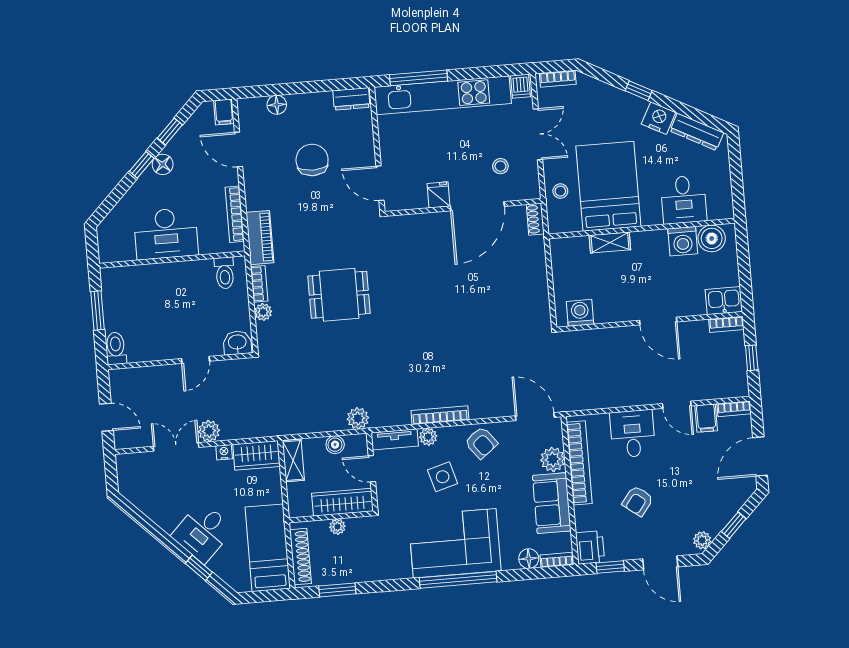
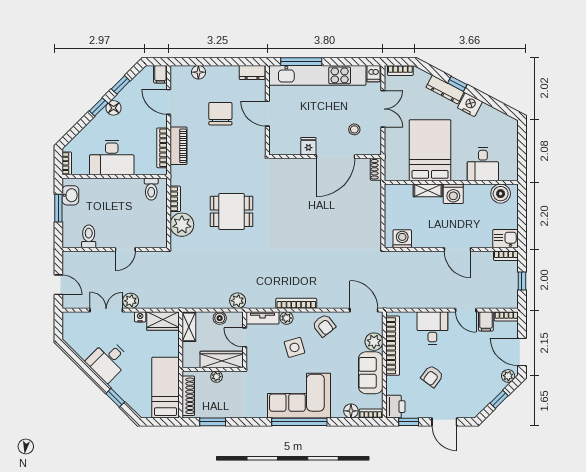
dresser: (697, 132) -> (445, 90), moved
door: (380, 183) -> (267, 114), moved
stool: (560, 191) -> (396, 151), removed
piano: (260, 238) -> (179, 146), moved
washing machine: (683, 241) -> (453, 194), moved
bookcase: (104, 247) -> (67, 163), added
plant: (263, 312) -> (182, 225), width x1.88, depth x1.88
washbasin: (237, 343) -> (70, 195), moved, turned 90
toilet: (116, 348) -> (89, 236), moved
door: (760, 456) -> (522, 352), hinge flipped
desk: (203, 532) -> (108, 361), moved
plant: (702, 540) -> (508, 376), moved

